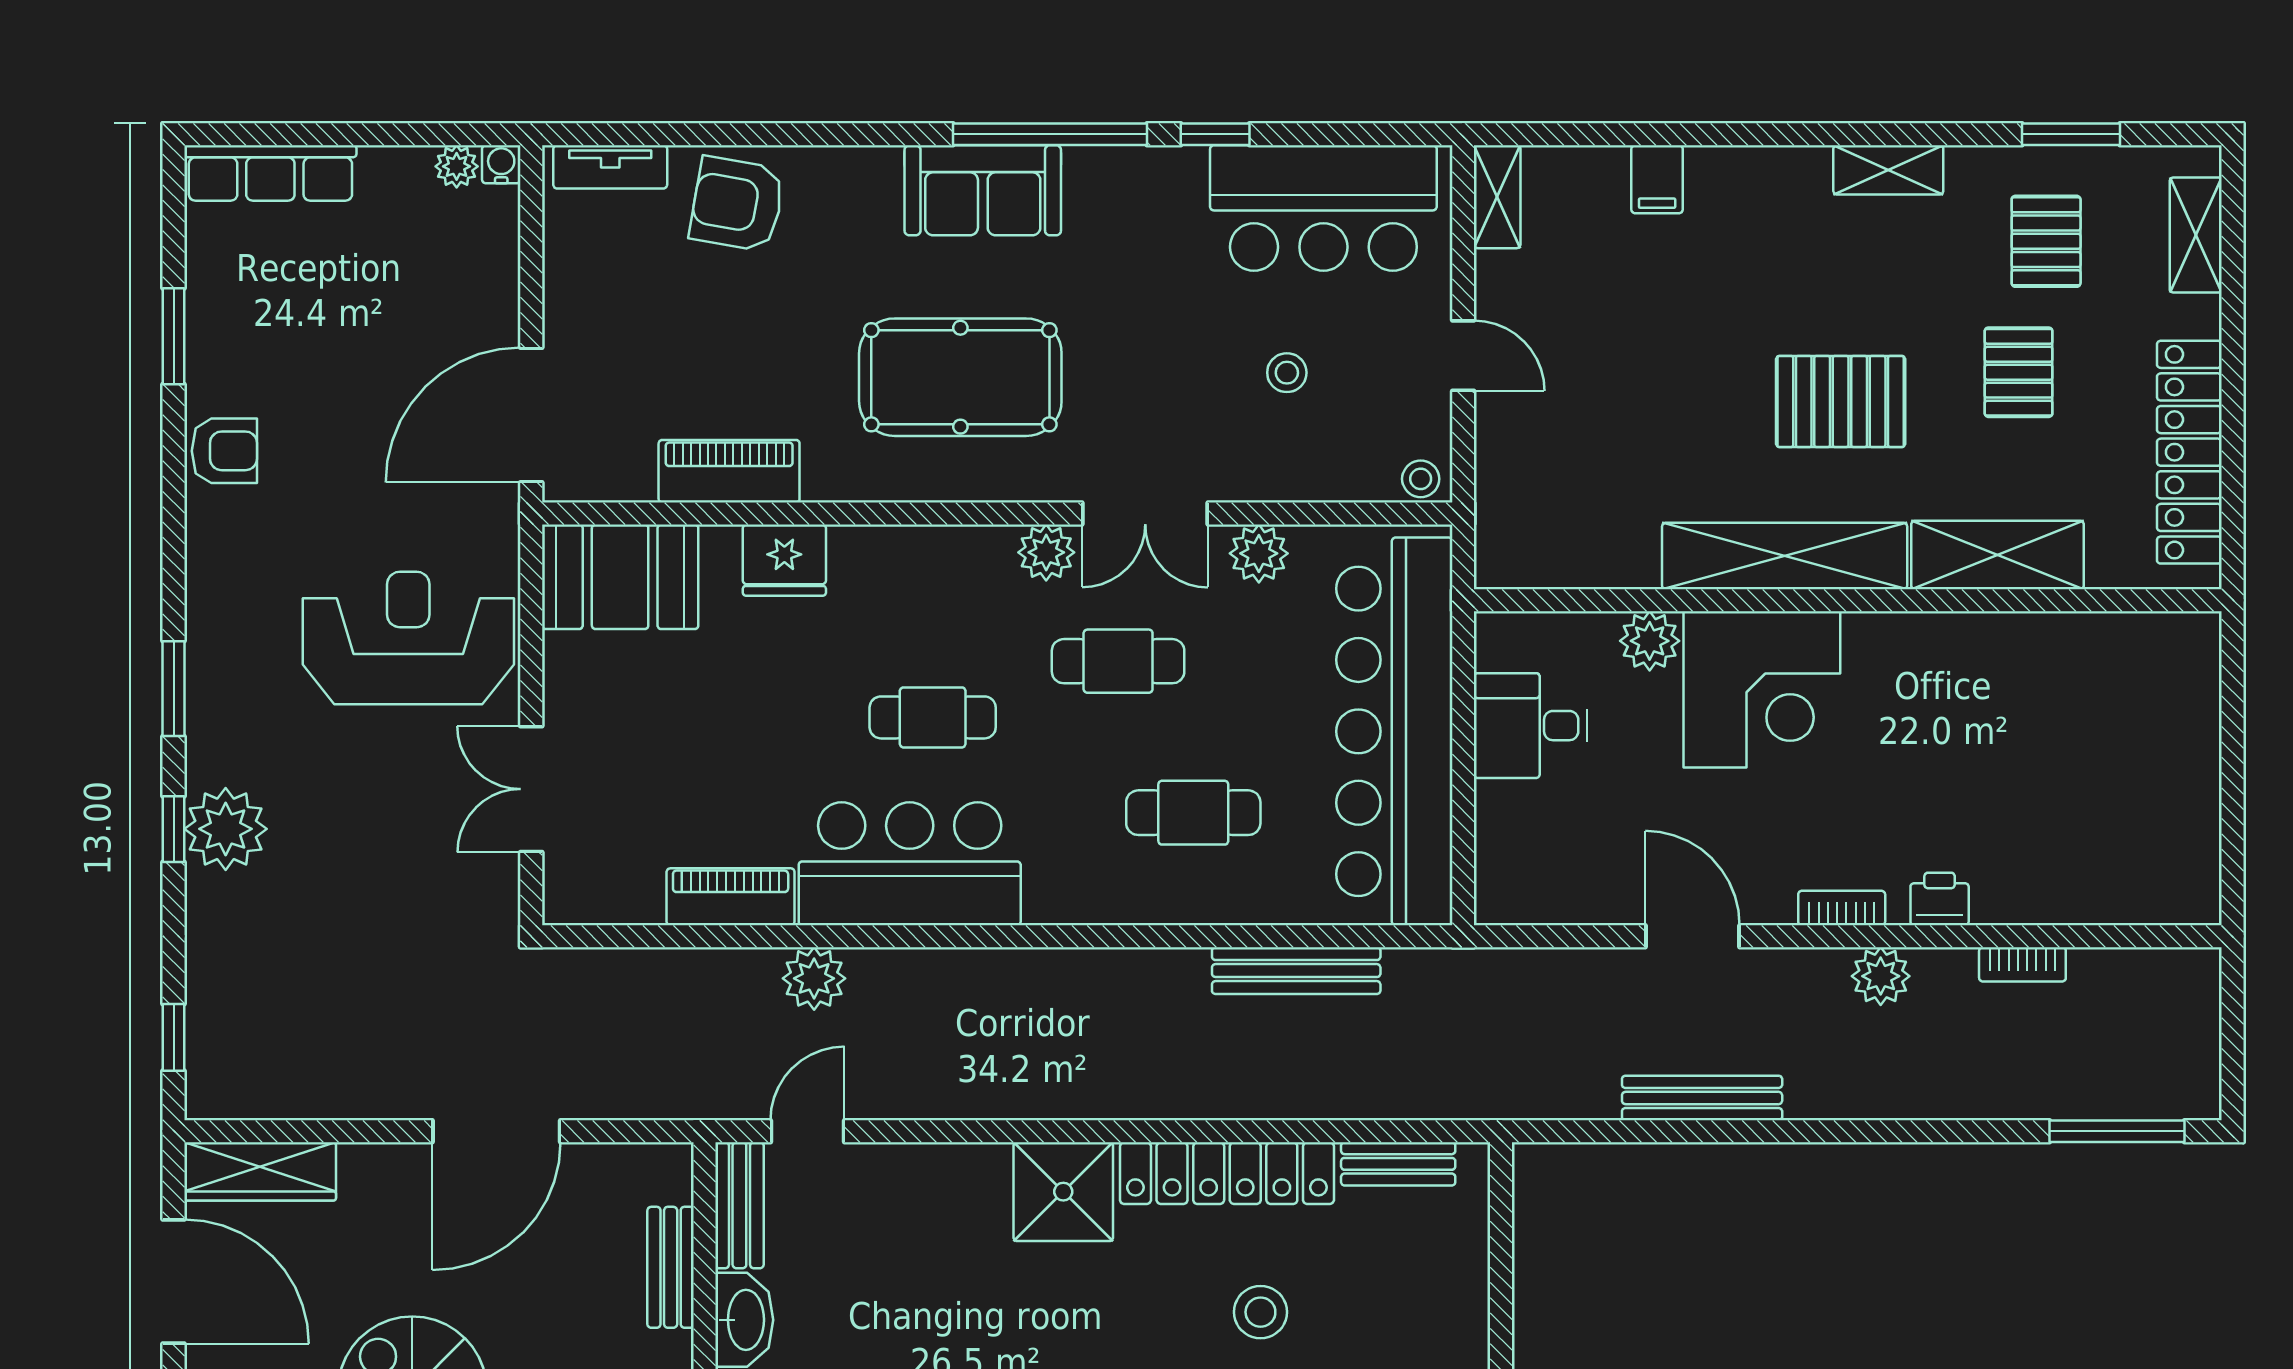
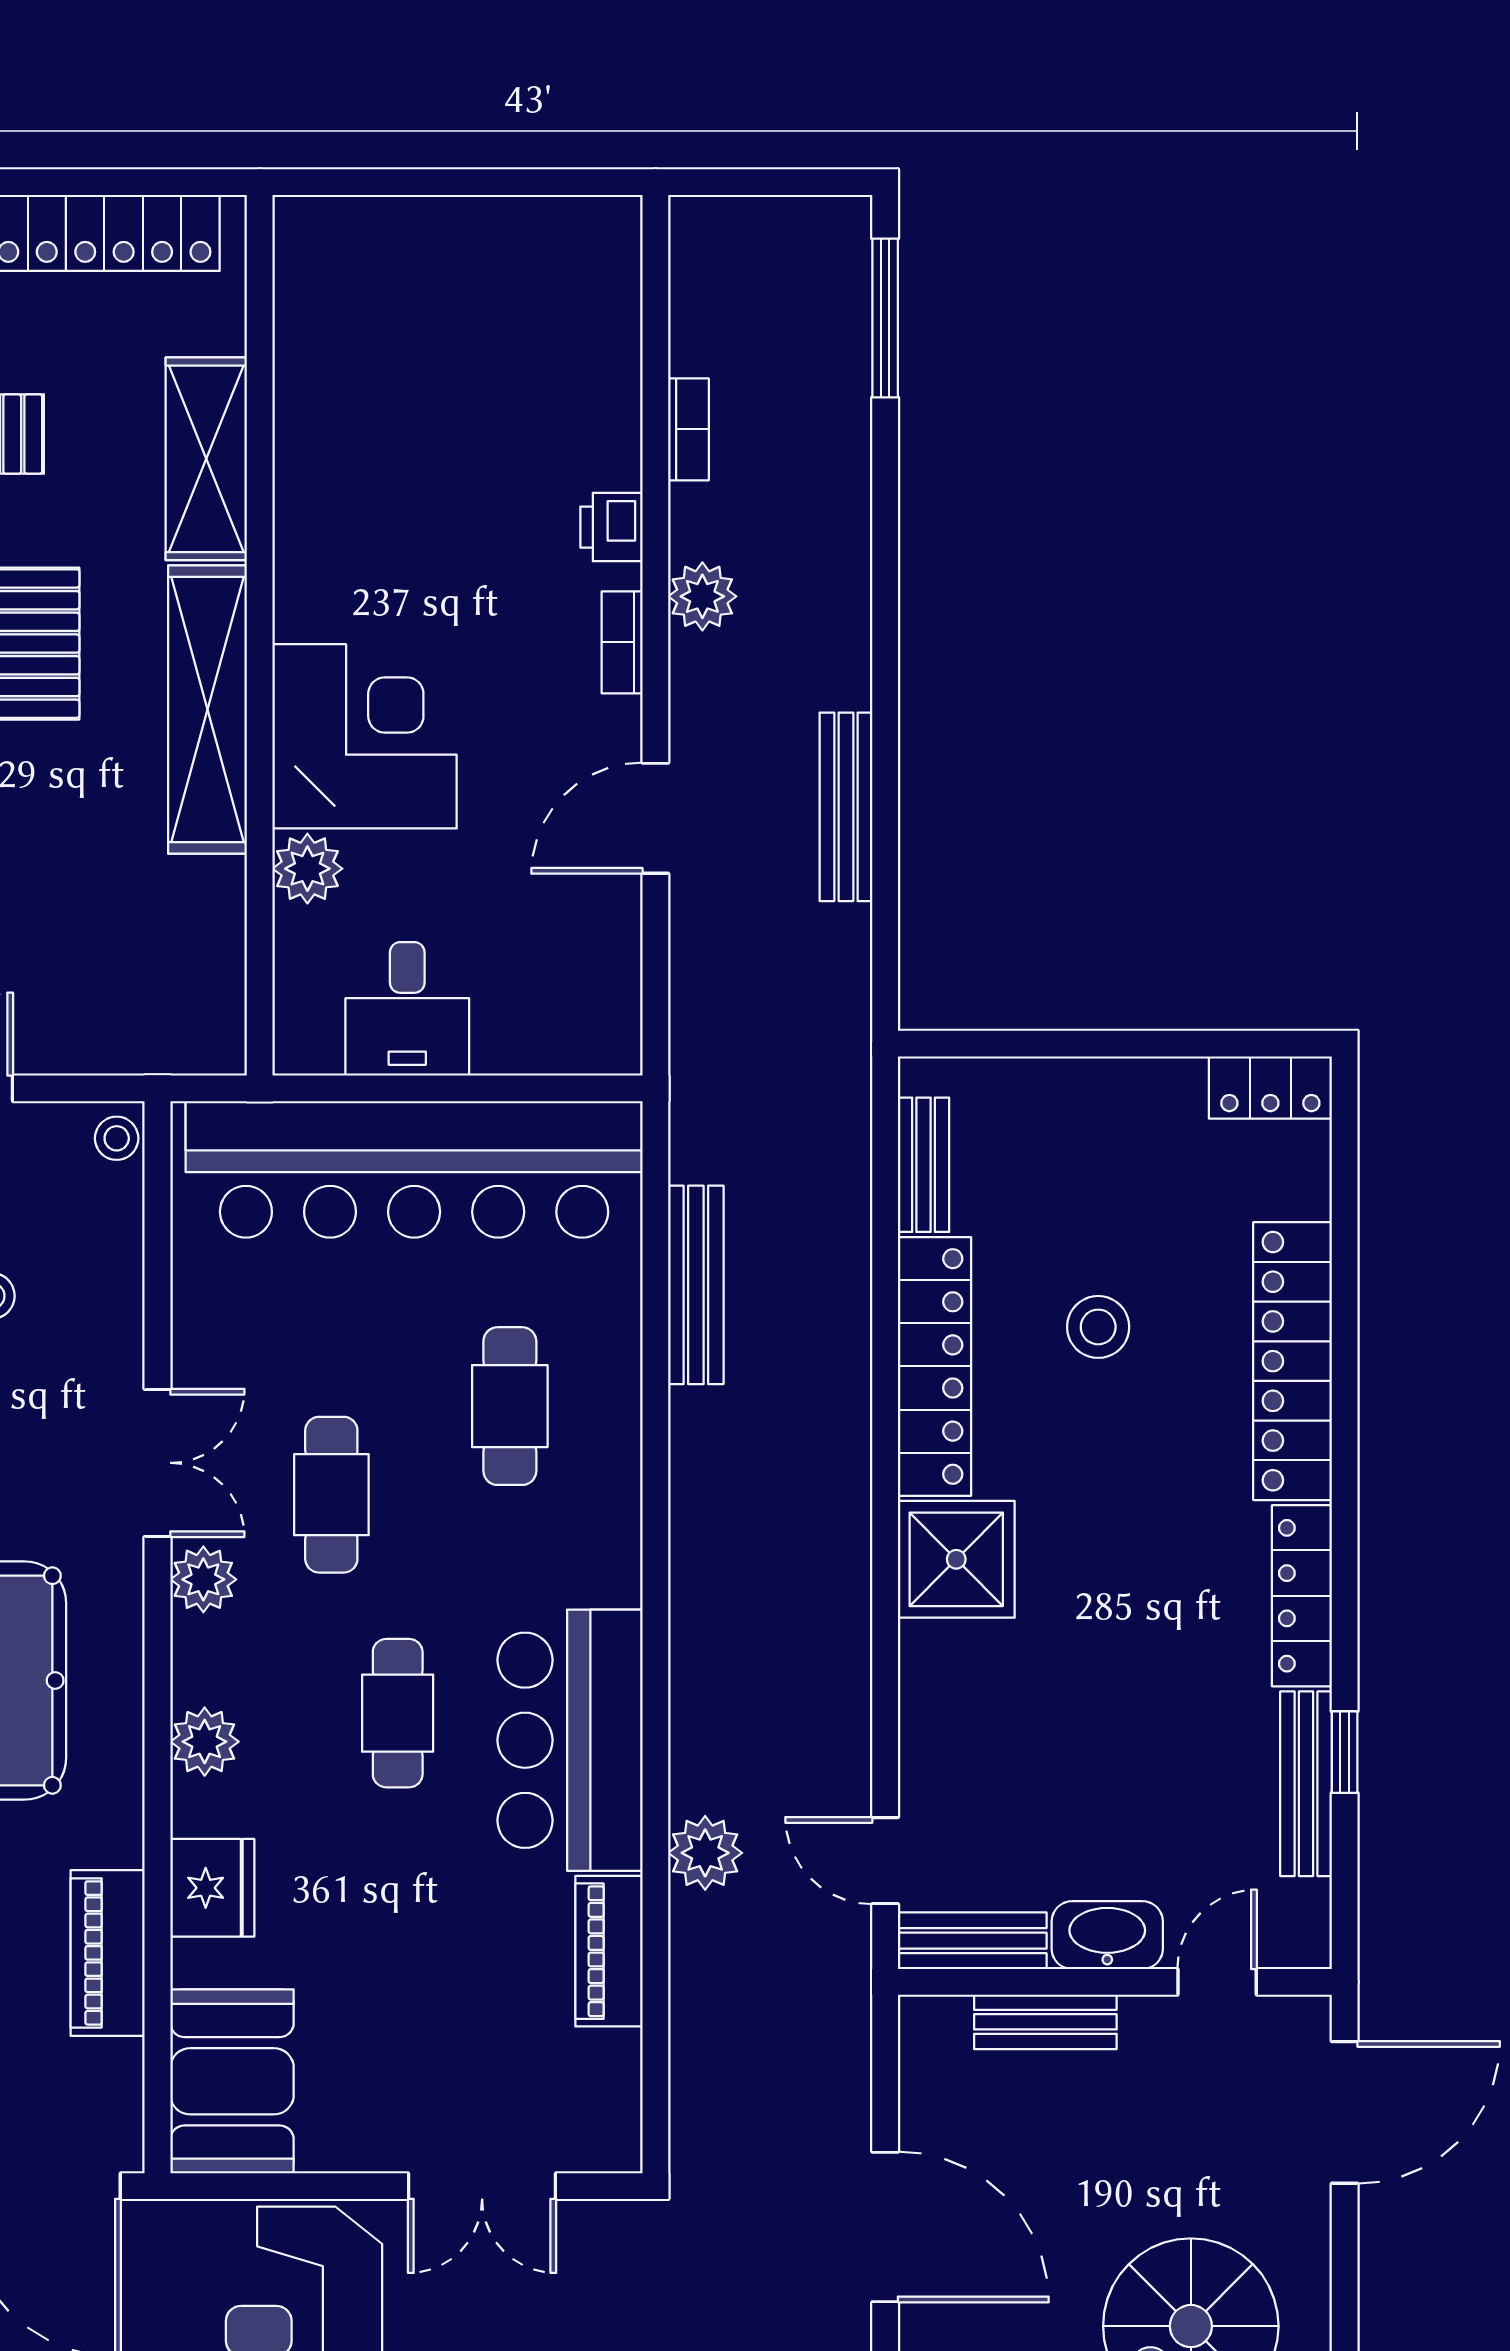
plant: (1259, 553) -> (205, 1742), moved

